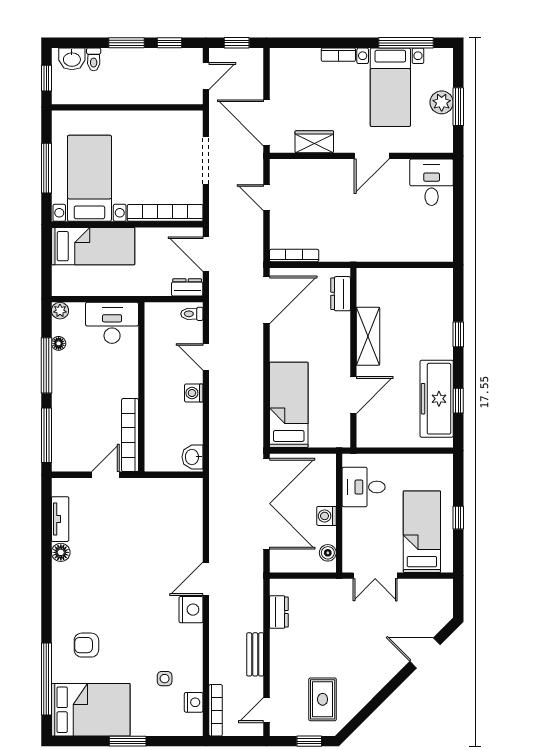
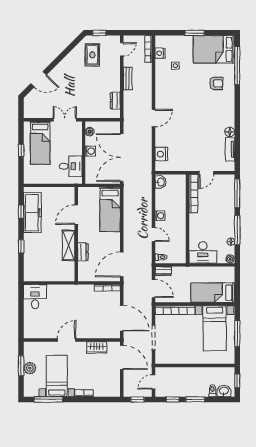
desk: (432, 182) -> (35, 297), moved, turned 180
door: (266, 198) -> (122, 318), width x1.87
dresser: (341, 294) -> (83, 252), moved
nightstand: (191, 610) -> (161, 154), moved

